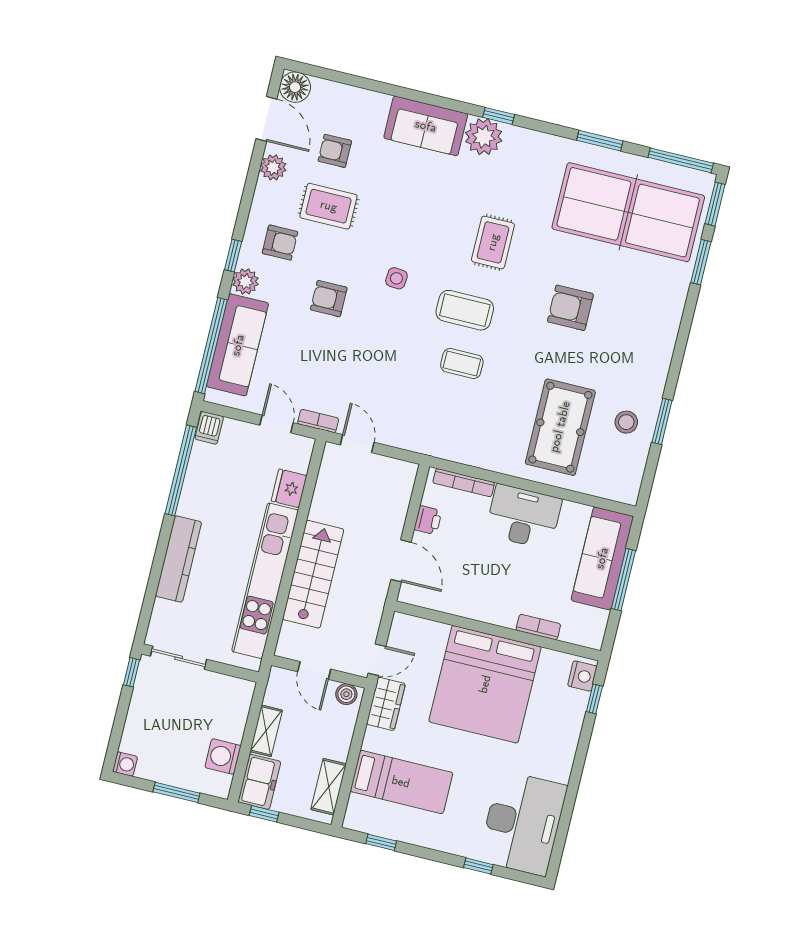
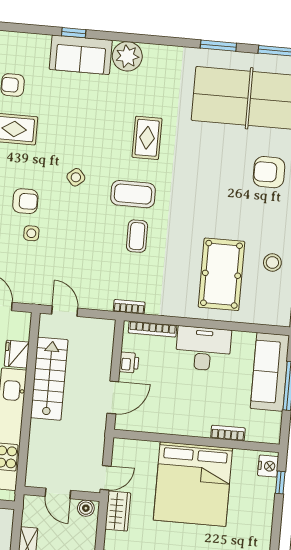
window: (499, 116) -> (74, 33), moved
side table: (396, 278) -> (76, 177), turned 45
armchair: (329, 299) -> (25, 201), turned 180
armchair: (570, 308) -> (269, 172), moved
side table: (330, 340) -> (31, 233), added
coffee table: (462, 363) -> (137, 236), turned 90
bookcase: (318, 421) -> (129, 307), moved
door: (401, 561) -> (113, 397), hinge flipped
stairs: (313, 574) -> (49, 379), moved

